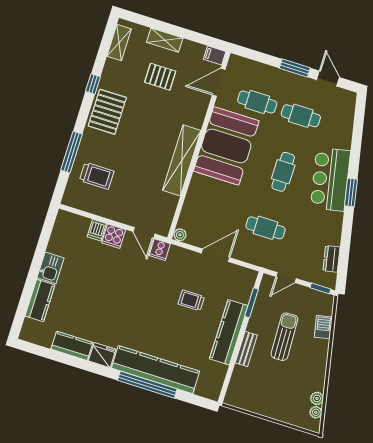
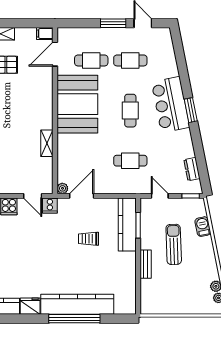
shelving: (182, 160) -> (47, 143), width x0.45, depth x0.75
door: (216, 255) -> (82, 196), moved
door: (286, 278) -> (160, 196), swing flipped
kitchen counter: (229, 332) -> (127, 225), moved

